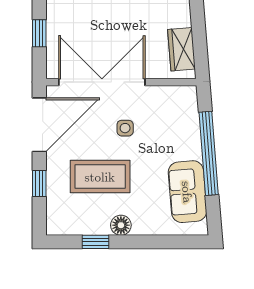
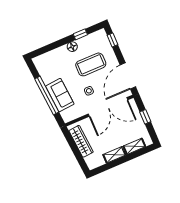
wardrobe: (182, 49) -> (81, 141), width x1.50
window: (39, 184) -> (112, 40), moved
sofa: (187, 192) -> (60, 95), moved

